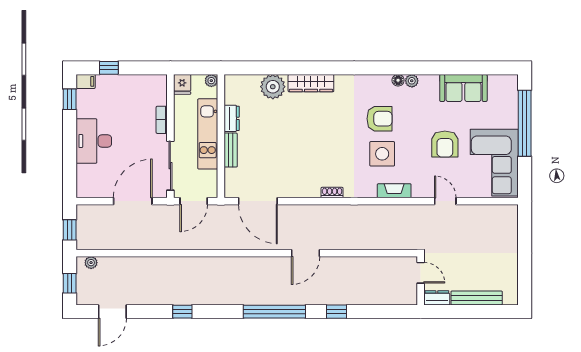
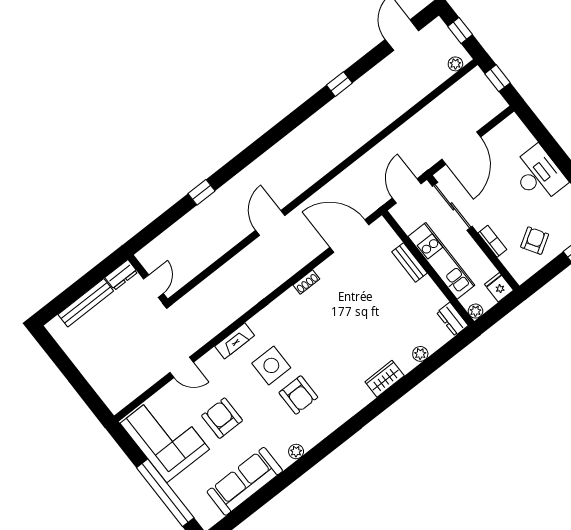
floor lamp: (398, 80) -> (309, 442), removed
wardrobe: (311, 83) -> (385, 379), width x0.67
plant: (273, 87) -> (420, 354), width x0.53, depth x0.53
sofa: (463, 88) -> (245, 481), width x1.36
armchair: (132, 97) -> (535, 241), added
dresser: (232, 118) -> (452, 319), moved
armchair: (379, 119) -> (298, 395), turned -90
shoe rack: (332, 193) -> (306, 282), moved
door: (421, 273) -> (153, 286), swing flipped
window: (274, 312) -> (257, 149), removed

